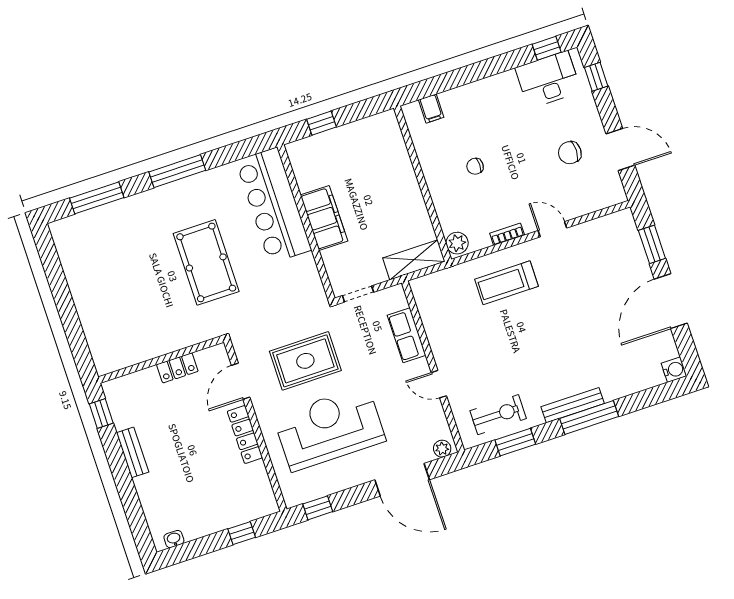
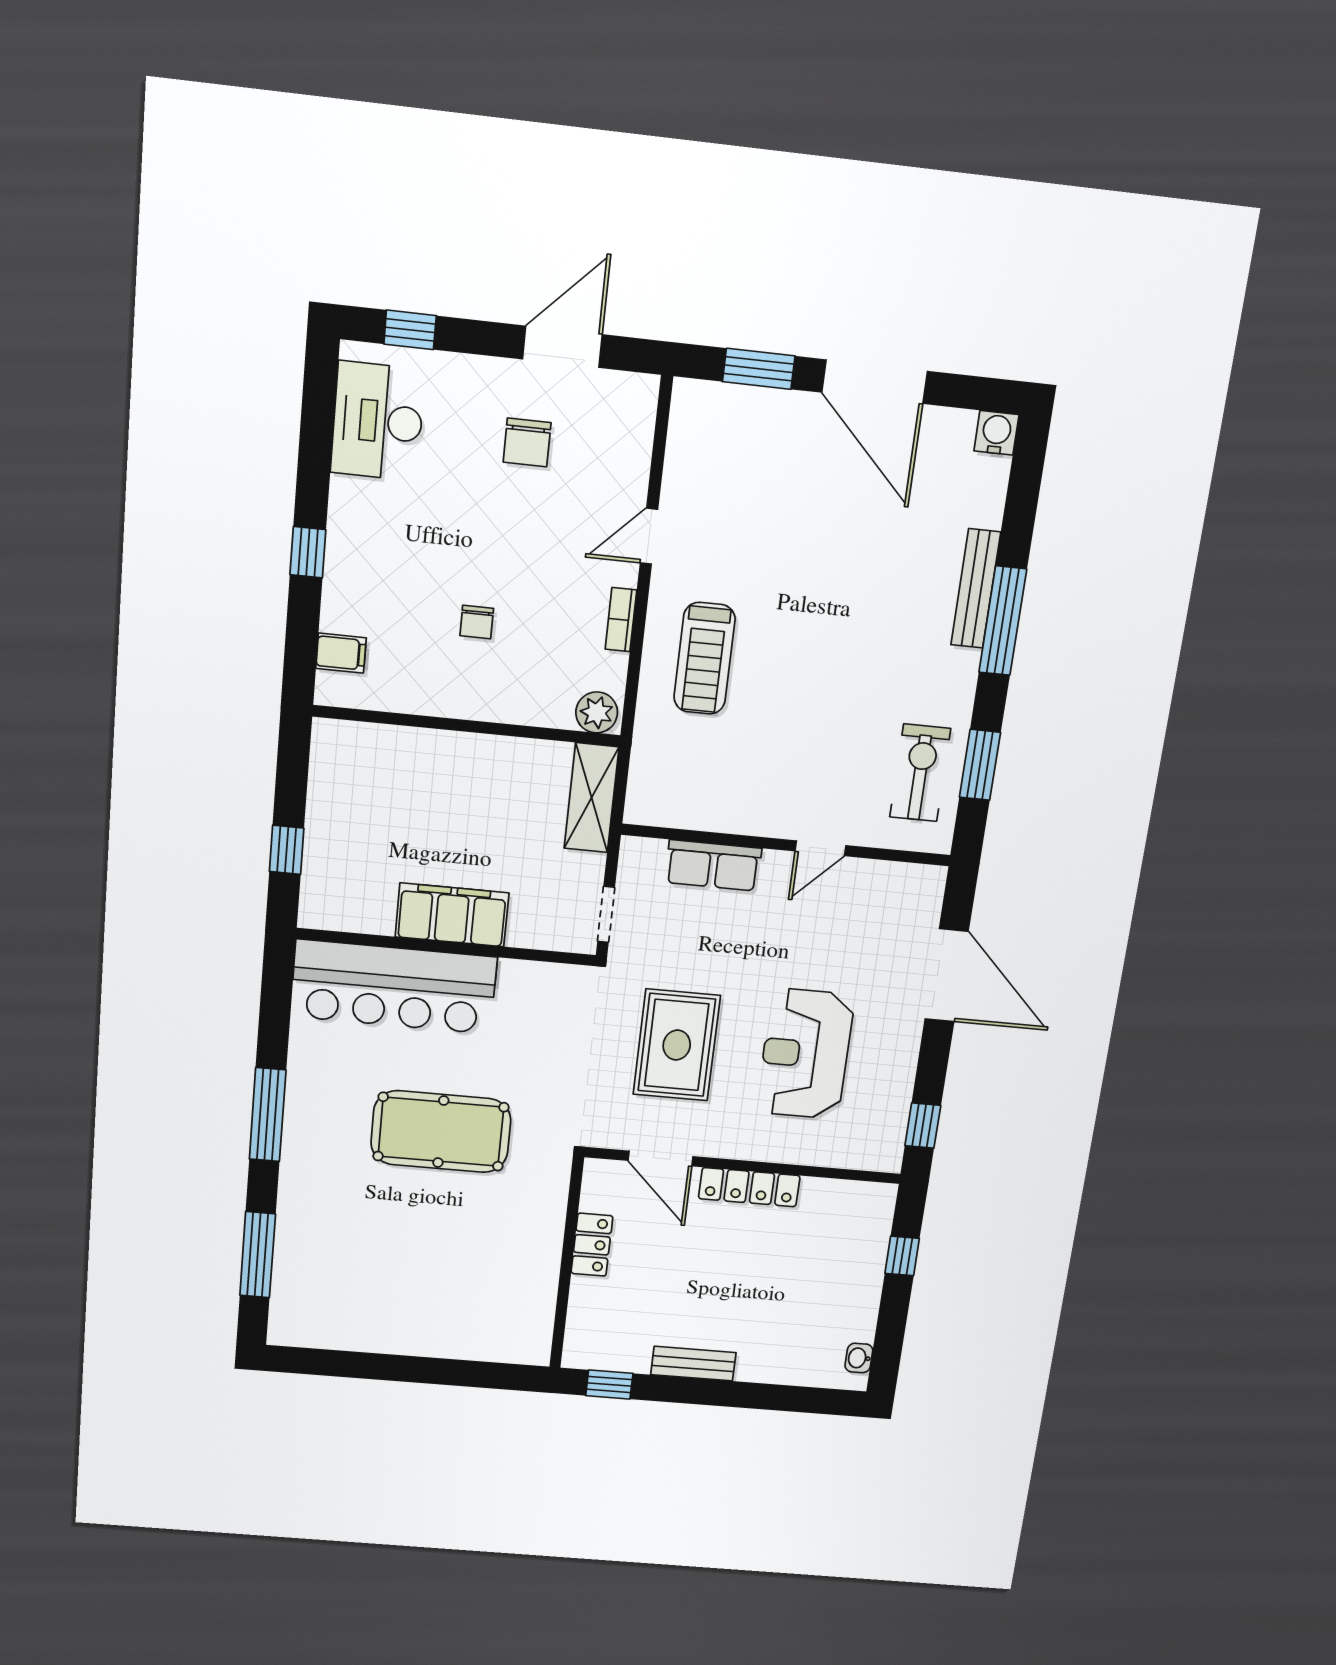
window: (547, 48) -> (308, 552), moved
bench: (573, 405) -> (976, 589), moved
reception desk: (329, 428) -> (805, 1054), width x0.74, depth x0.77
plant: (442, 449) -> (929, 889), removed
door: (402, 480) -> (947, 975), hinge flipped

